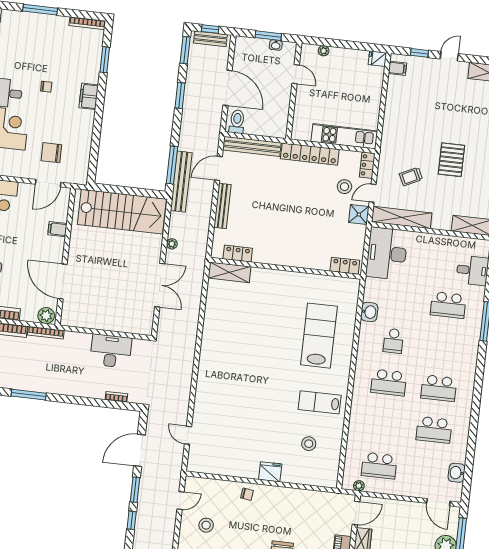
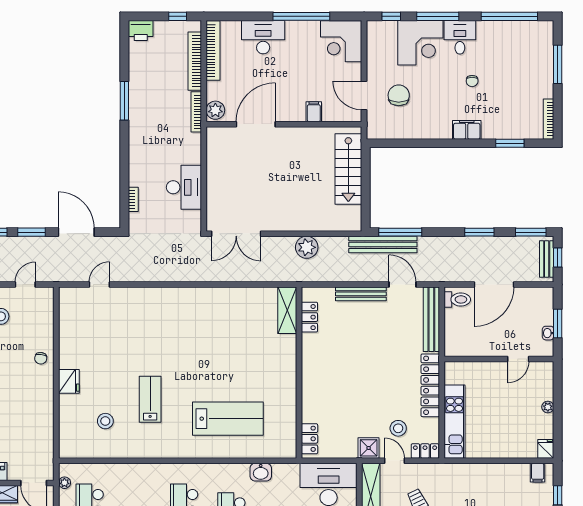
plant: (324, 51) -> (548, 407), moved
stairs: (122, 212) -> (348, 169), width x0.73, depth x0.66
plant: (172, 244) -> (307, 247), width x1.88, depth x1.88
double door: (160, 285) -> (236, 234), moved
lab bench: (320, 402) -> (150, 399), moved
door: (181, 500) -> (25, 285), swing flipped

